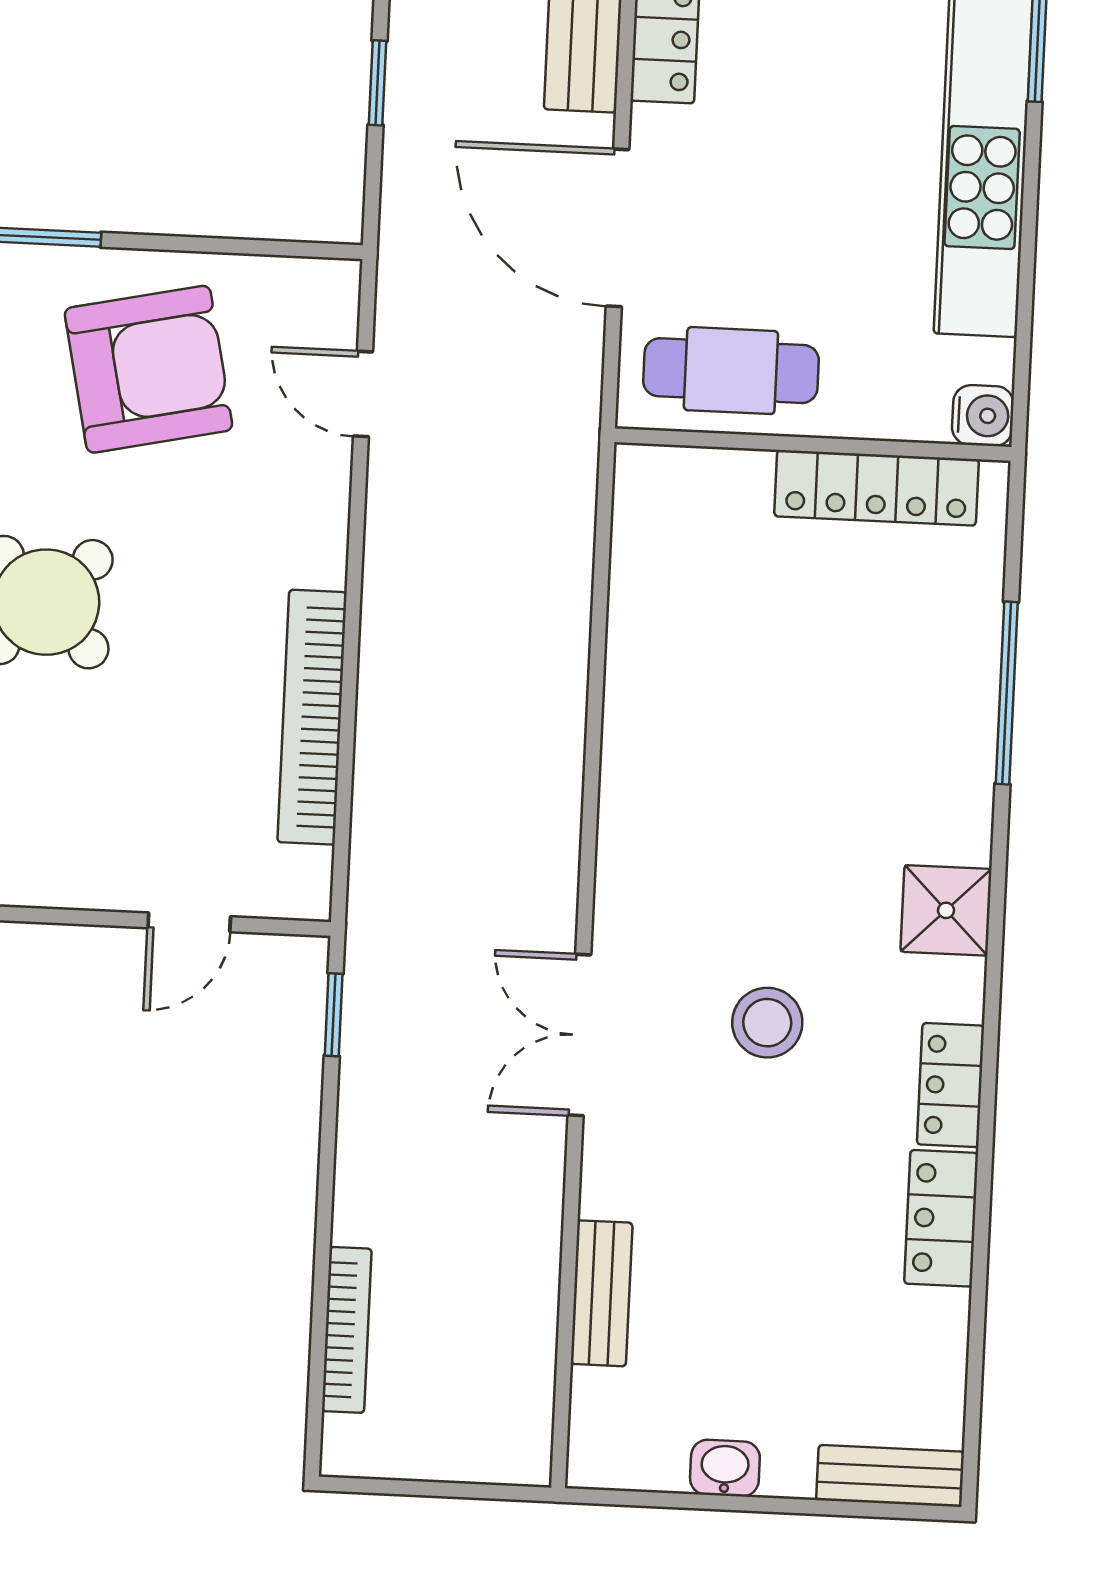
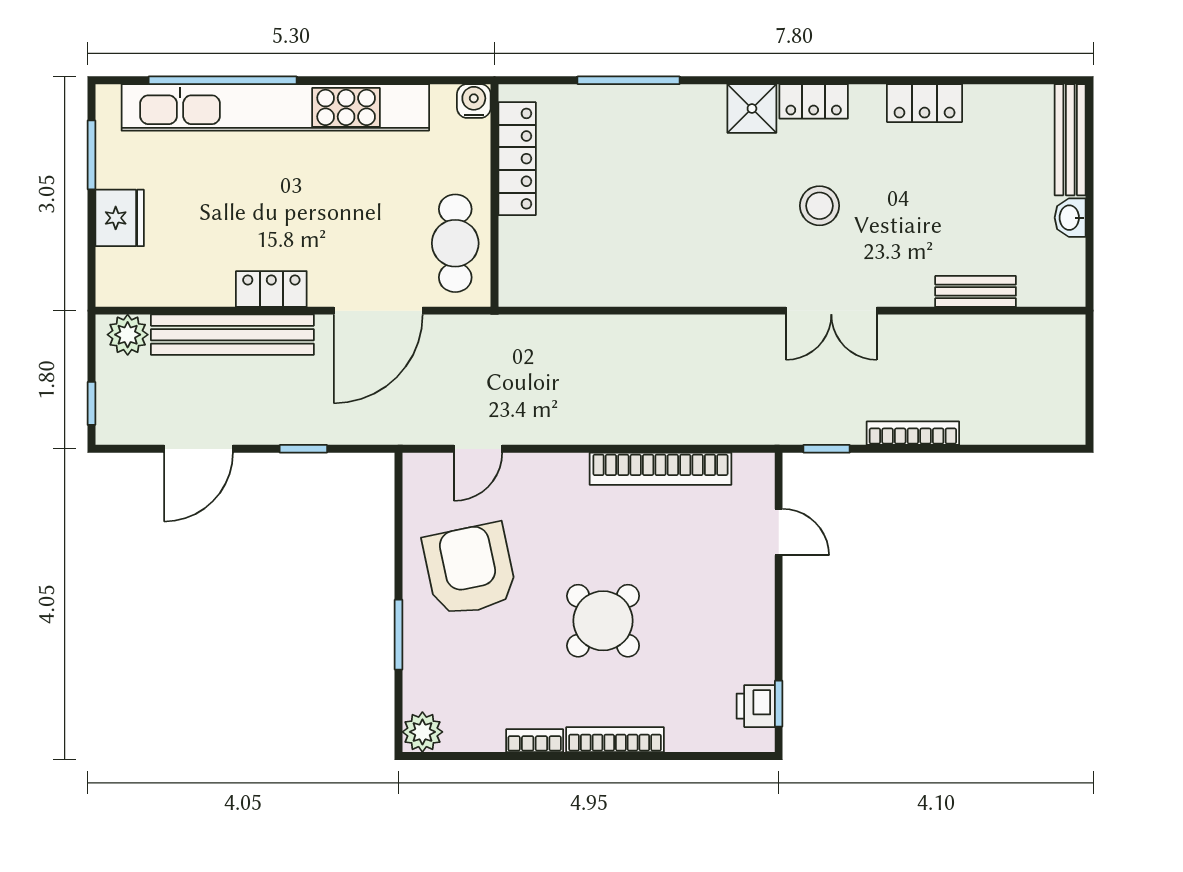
locker: (951, 1085) -> (814, 101), moved
bookcase: (347, 1330) -> (913, 433), moved
bench: (890, 1476) -> (1070, 140), width x1.36

